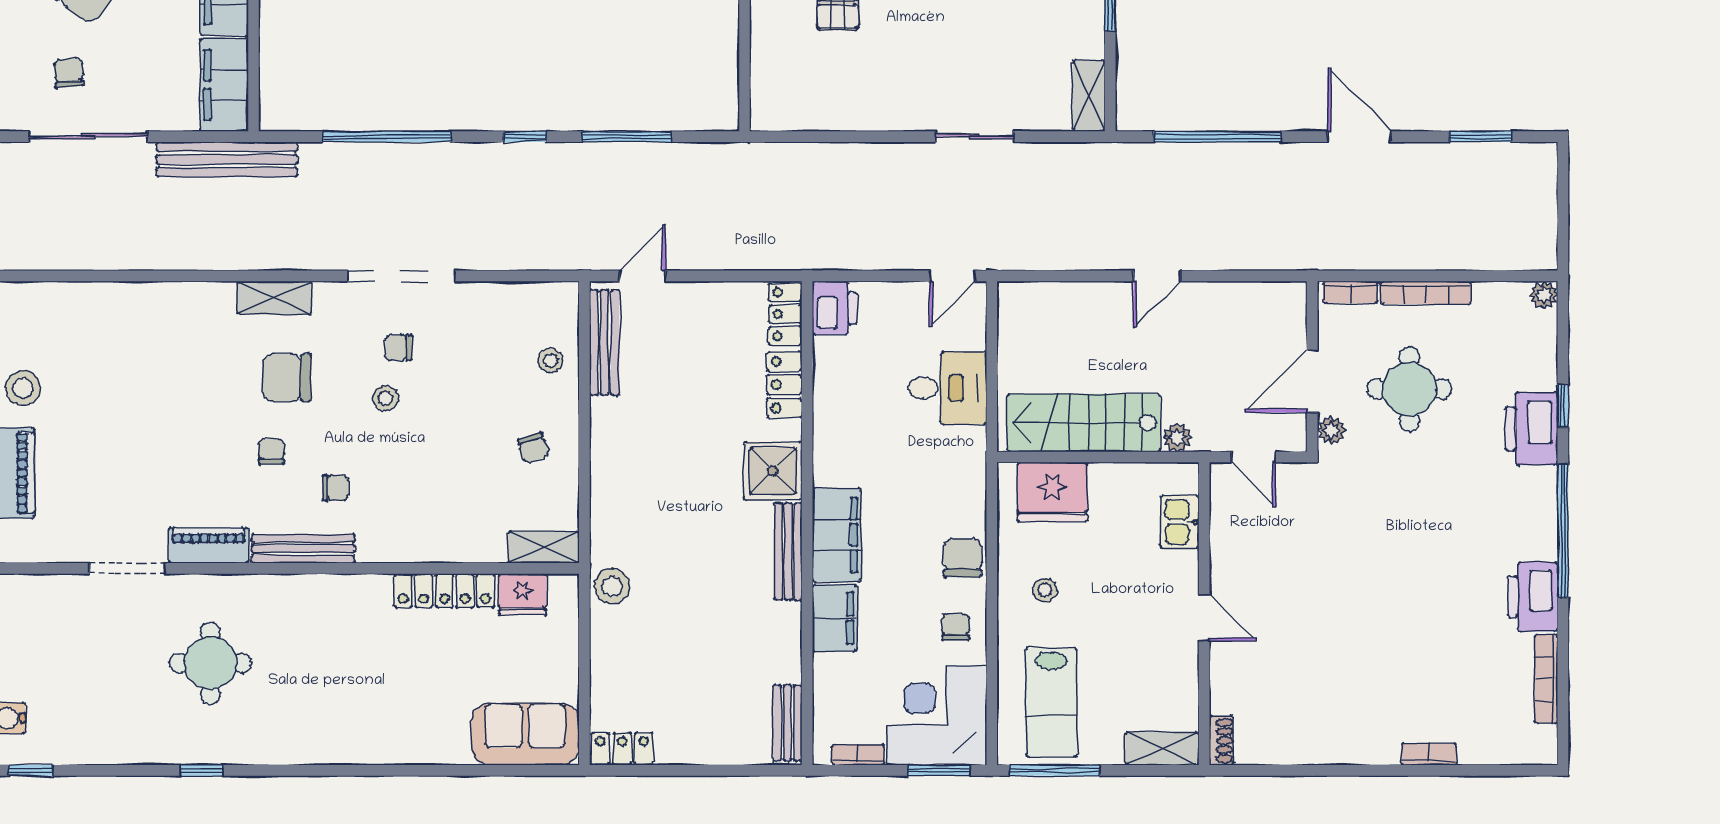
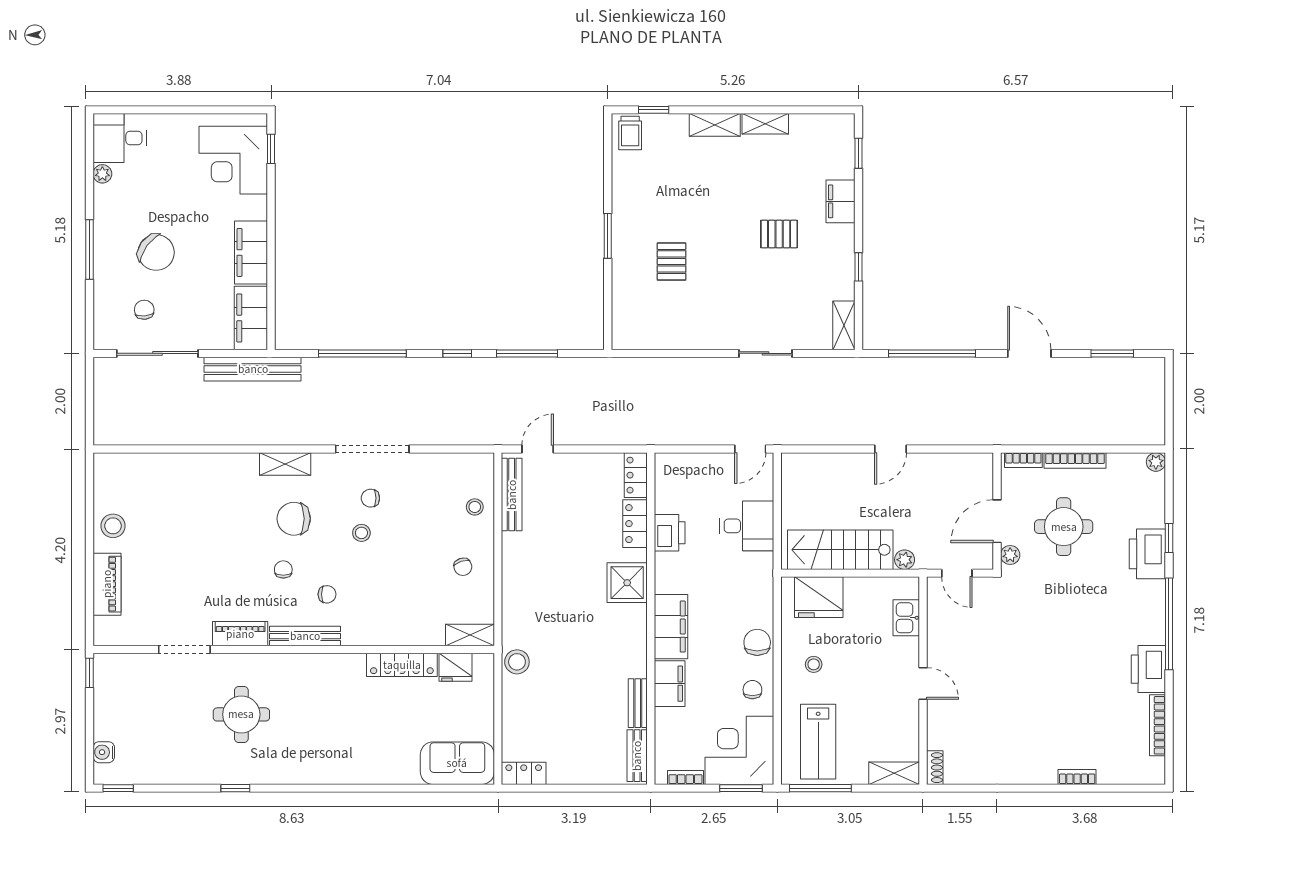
printer: (835, 308) -> (670, 533), moved
bench: (788, 552) -> (638, 703), moved, width x0.73

